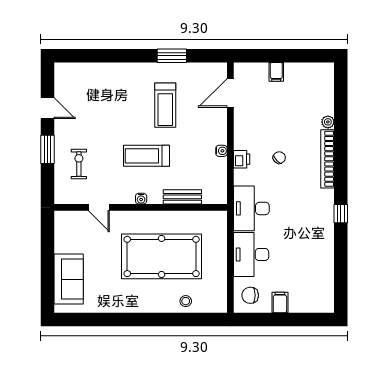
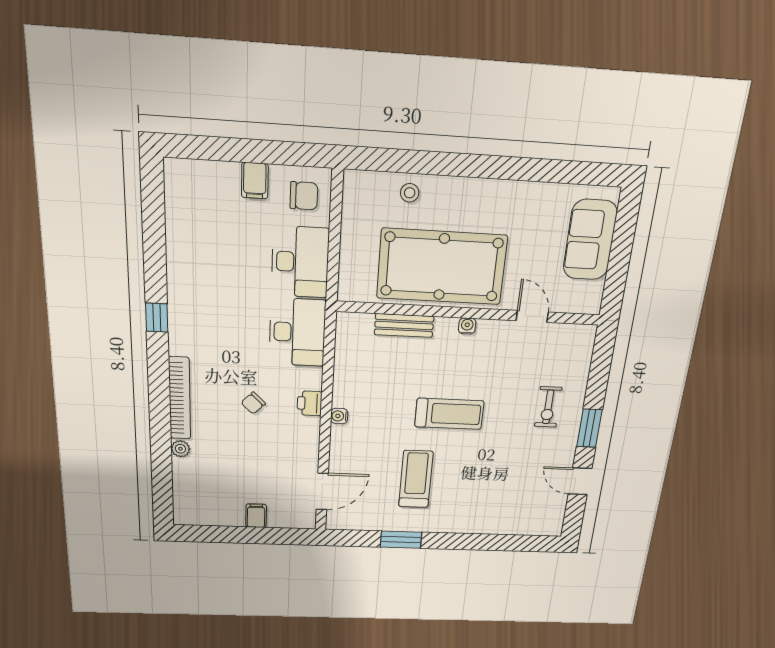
bench: (182, 197) -> (404, 325), moved
water cooler: (141, 199) -> (467, 326), moved
door: (99, 207) -> (532, 316), moved
wall: (141, 207) -> (469, 313), moved

